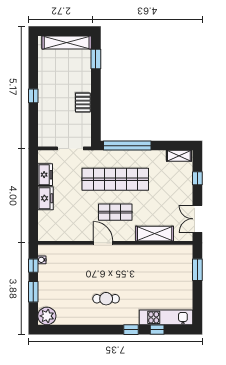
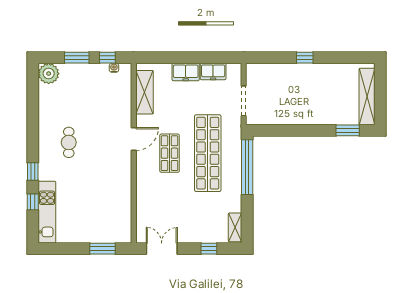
pallet: (83, 103) -> (297, 115), removed
shelving: (155, 234) -> (145, 92), moved

